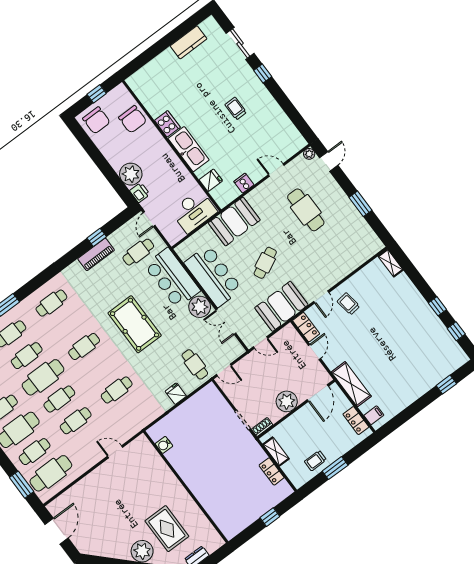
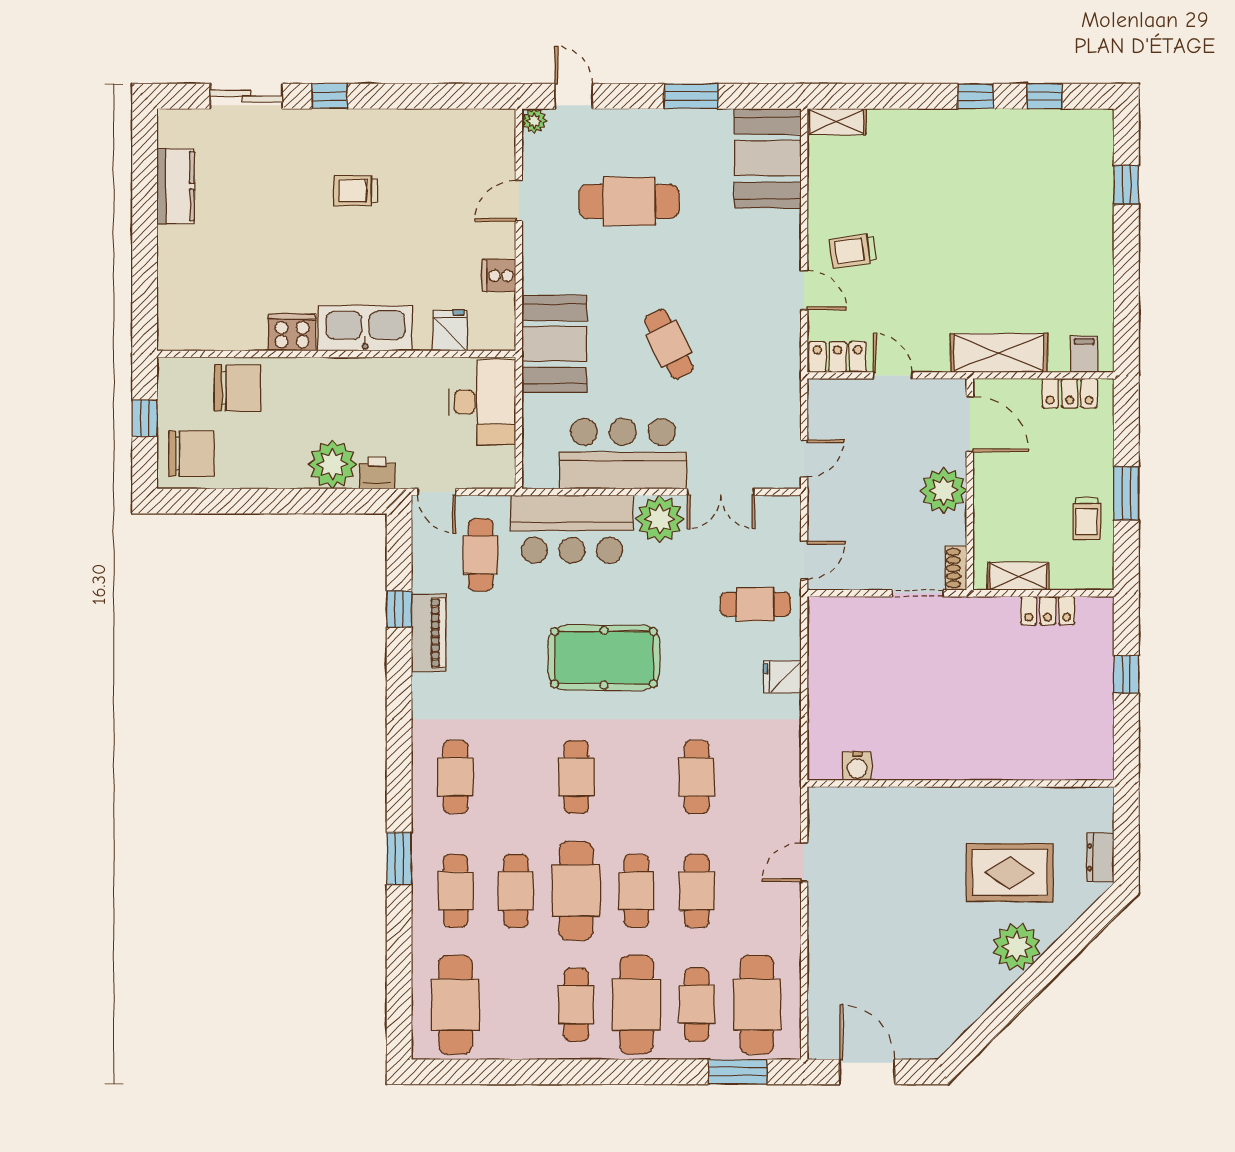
booth: (281, 306) -> (768, 158), moved

